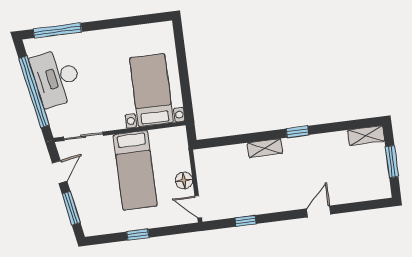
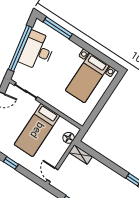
bed with nightstands: (151, 90) -> (87, 78), moved, turned 180
shelving: (265, 148) -> (81, 154), moved
floor lamp: (184, 180) -> (69, 138), moved

